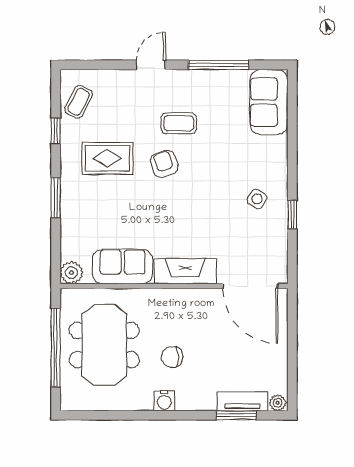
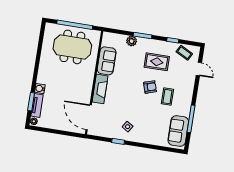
door: (151, 65) -> (199, 69), moved
sofa: (269, 102) -> (178, 131), moved, turned -90
rug: (108, 158) -> (157, 62), turned 90
plant: (71, 273) -> (132, 41), moved
door: (250, 286) -> (89, 117), hinge flipped
chair: (172, 357) -> (62, 77), removed
water cooler: (164, 401) -> (40, 89), moved

